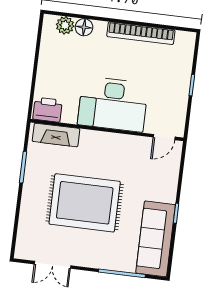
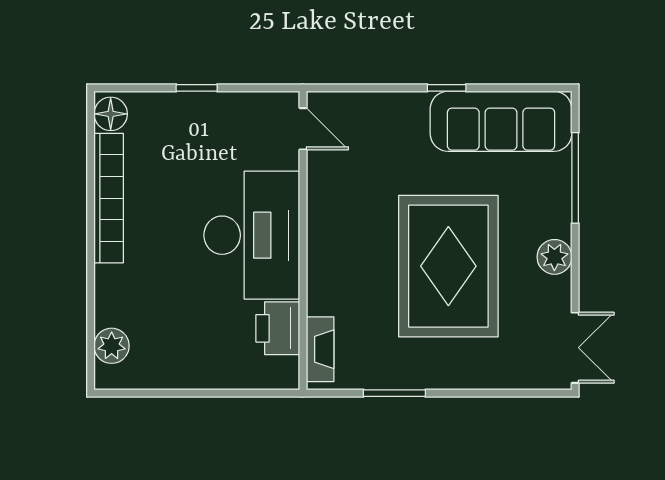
floor lamp: (84, 27) -> (111, 114), moved
printer: (48, 110) -> (278, 328), moved
fireplace: (56, 135) -> (320, 349), width x0.73, depth x0.76
plant: (83, 258) -> (554, 257), added
double door: (52, 265) -> (575, 348), moved

